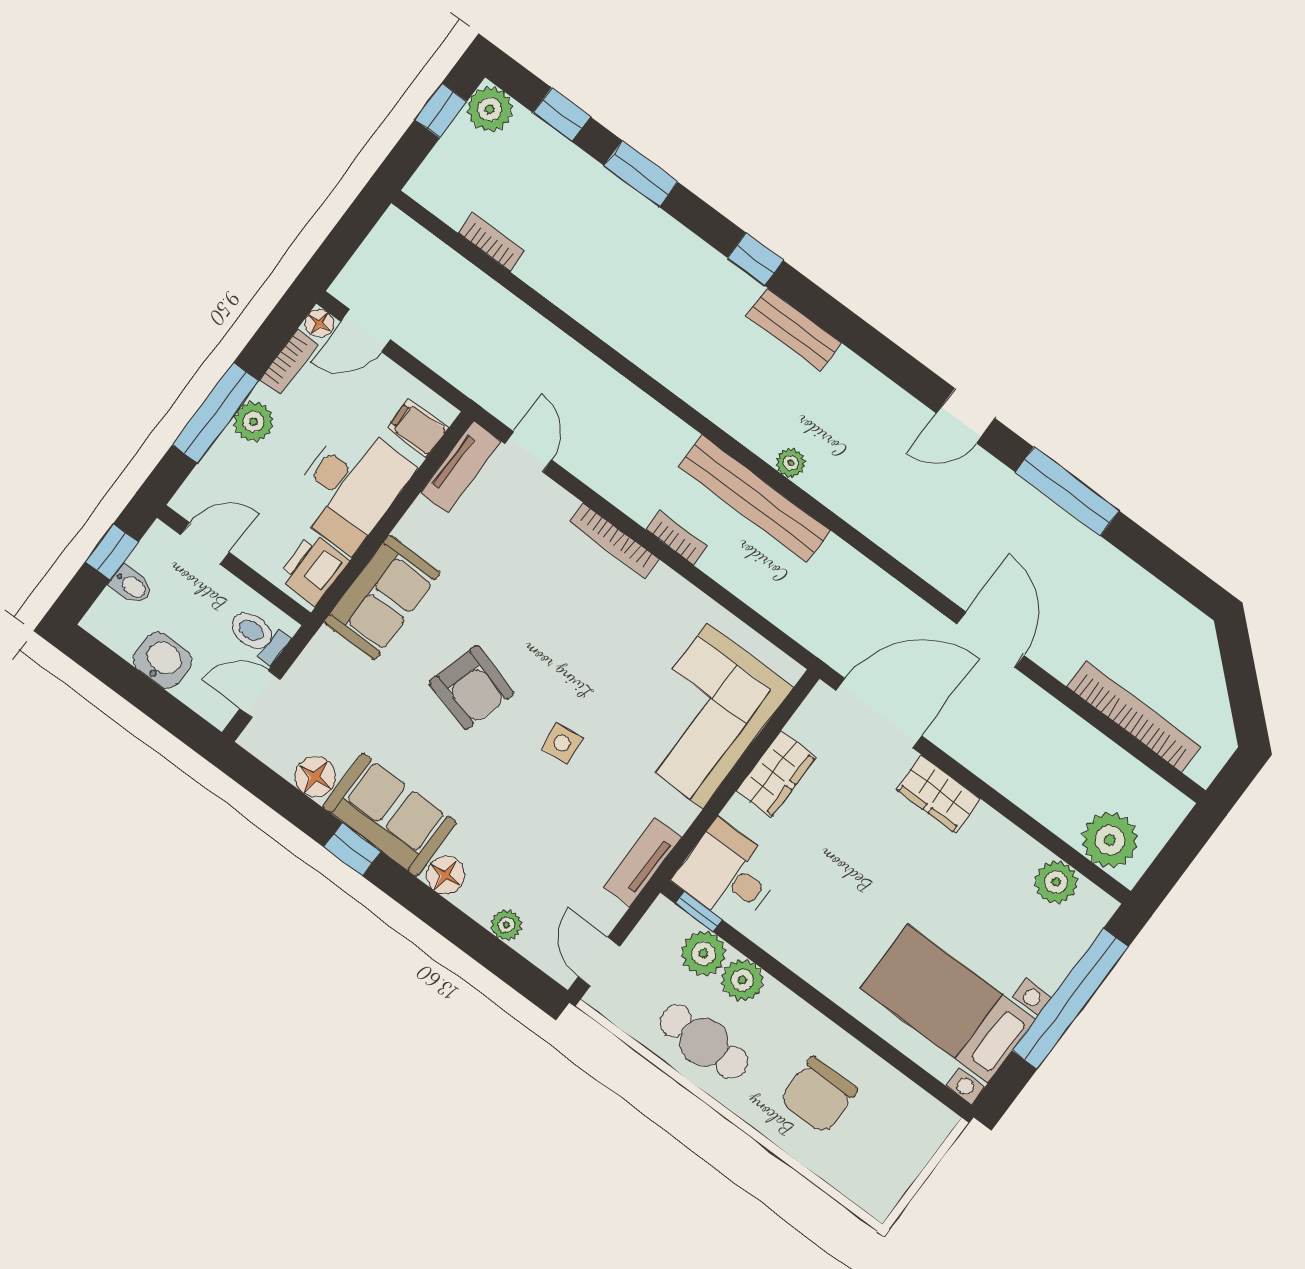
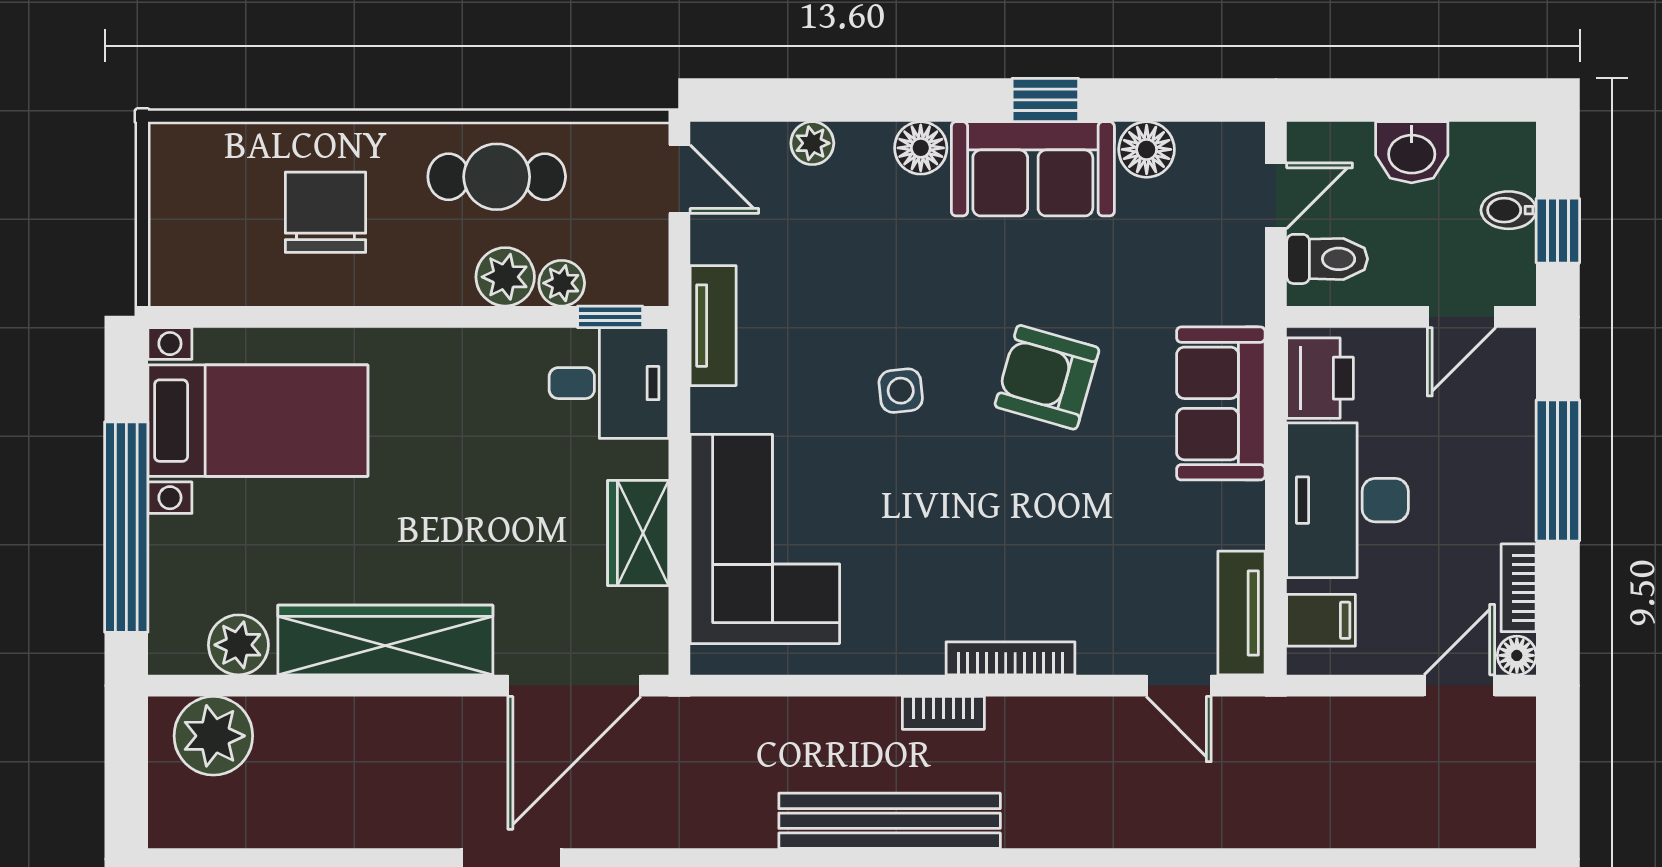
plant: (254, 422) -> (1508, 492), removed
wardrobe: (938, 794) -> (385, 640), width x2.10, depth x1.17
plant: (704, 953) -> (562, 283), width x0.73, depth x0.73

